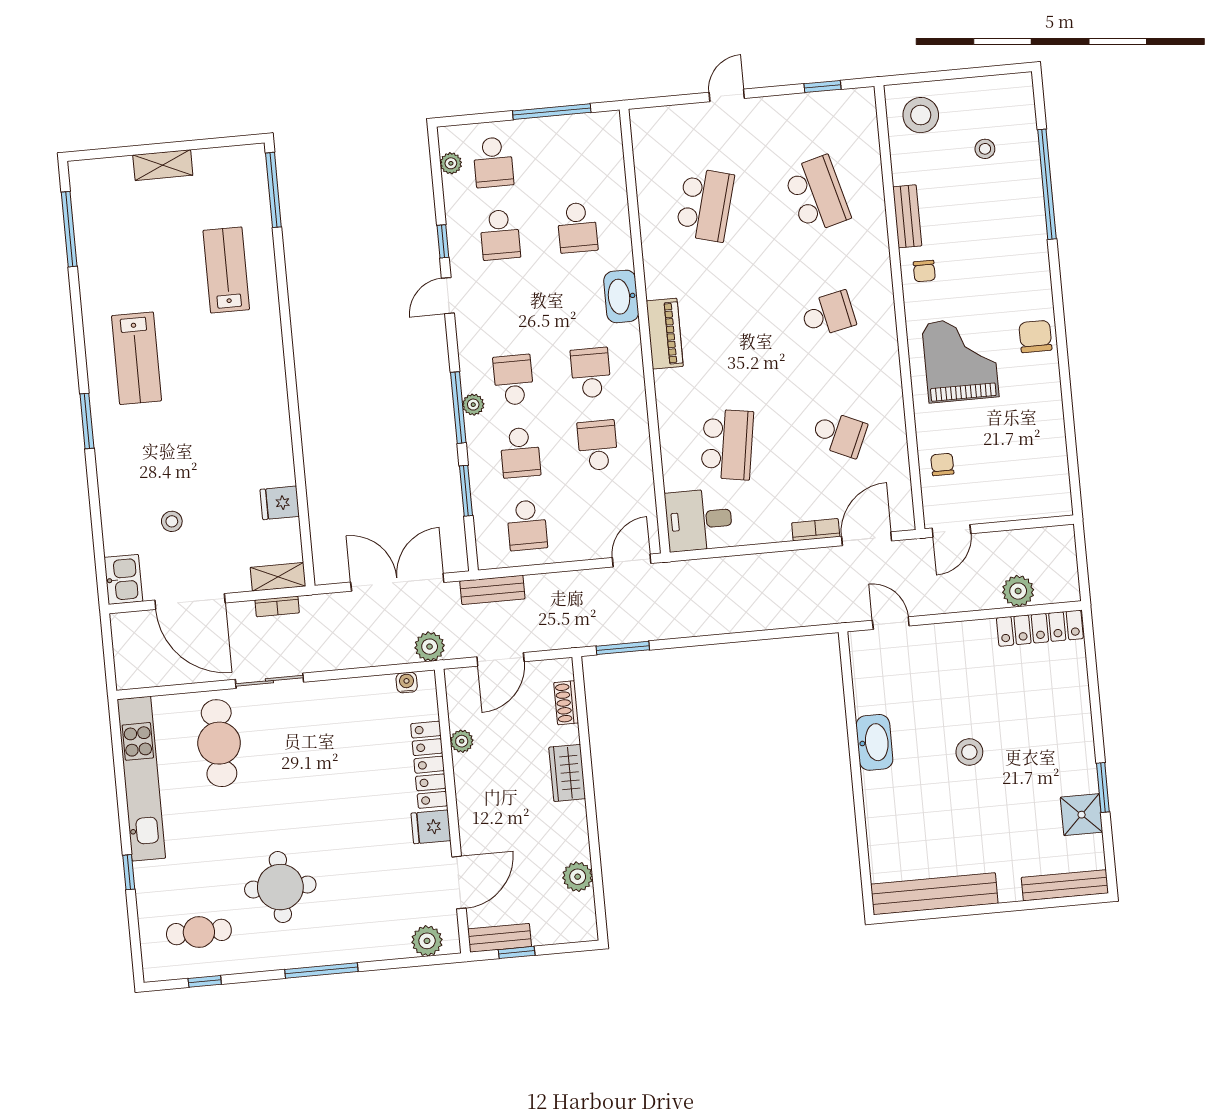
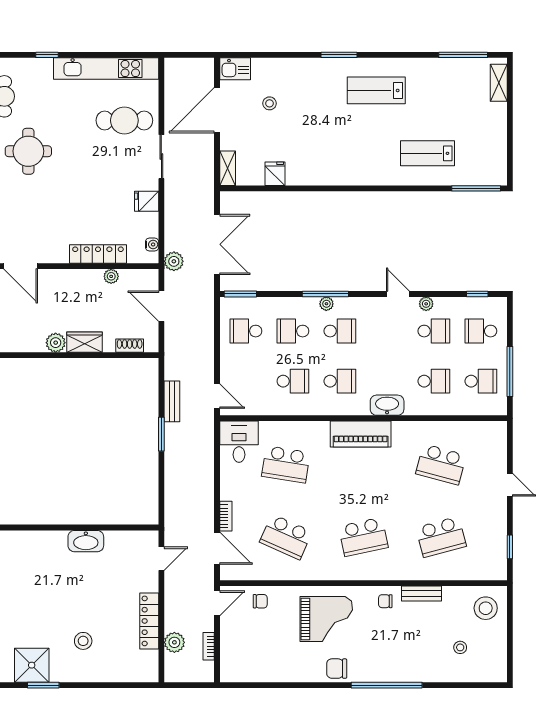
school desk: (571, 155) -> (481, 381), added
plant: (451, 163) -> (426, 304), moved
shelving: (163, 165) -> (499, 83), moved
window: (1047, 184) -> (387, 685), moved
school desk: (577, 228) -> (434, 381), turned 180
school desk: (500, 235) -> (434, 331), turned 180
window: (443, 241) -> (477, 294), moved
lab bench: (226, 270) -> (428, 153), turned 180
school desk: (828, 314) -> (363, 537), width x1.85
piano: (665, 334) -> (361, 434), width x1.37, depth x1.33
chair: (1035, 336) -> (337, 669), turned 180
school desk: (839, 434) -> (286, 537), width x1.85
window: (466, 491) -> (240, 294), moved
door: (951, 531) -> (217, 603), swing flipped
bench: (492, 590) -> (172, 401), moved
bookcase: (277, 606) -> (209, 646), moved
locker: (1040, 628) -> (149, 621), moved
window: (623, 648) -> (161, 434), moved
stool: (969, 752) -> (83, 641), moved
shower: (1082, 815) -> (32, 665), width x1.36, depth x1.36
fridge: (431, 827) -> (147, 201), moved, turned -90
plant: (578, 877) -> (56, 343), moved

